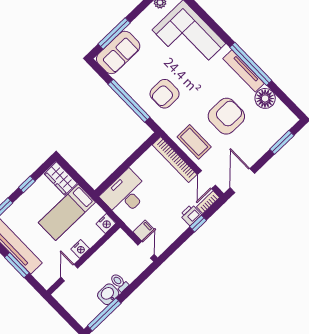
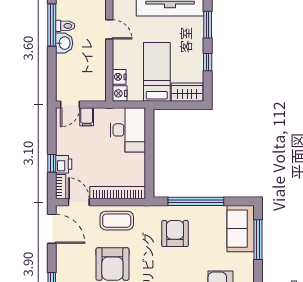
nightstand: (80, 249) -> (119, 77), moved
door: (146, 250) -> (70, 105), hinge flipped
toilet: (119, 282) -> (65, 26), moved

